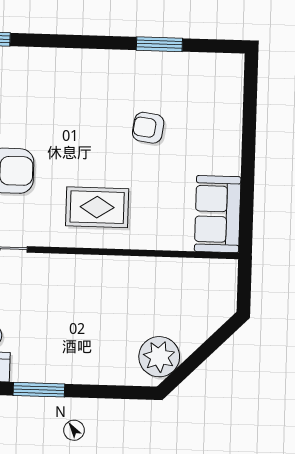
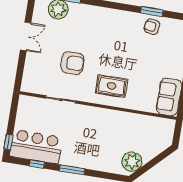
armchair: (148, 128) -> (152, 27), moved

